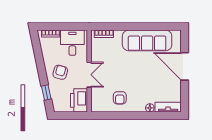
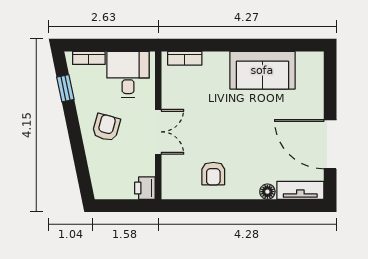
sofa: (147, 40) -> (262, 70), width x0.73
door: (185, 66) -> (330, 144), moved
window: (46, 92) -> (65, 88), moved
printer: (79, 100) -> (145, 188), width x0.53, depth x0.68

